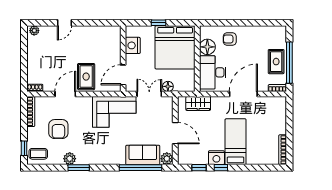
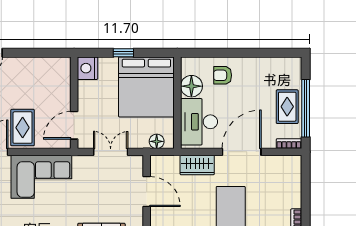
nightstand: (133, 45) -> (88, 68), moved
floor lamp: (168, 86) -> (157, 141), moved
wardrobe: (198, 103) -> (197, 165), moved
corner sofa: (114, 112) -> (41, 177), moved
door: (175, 133) -> (147, 192), moved

